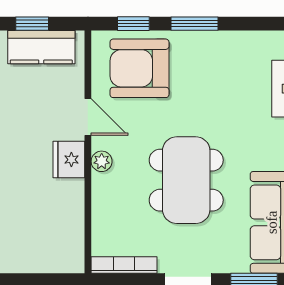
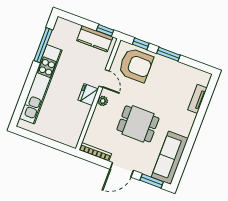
window: (32, 24) -> (105, 30), moved
armchair: (139, 68) -> (136, 65), turned 180
dining table: (186, 180) -> (138, 124), width x0.73

